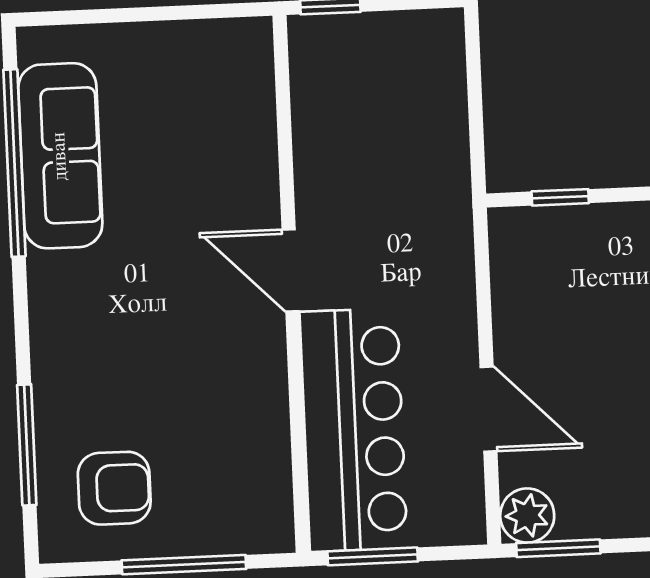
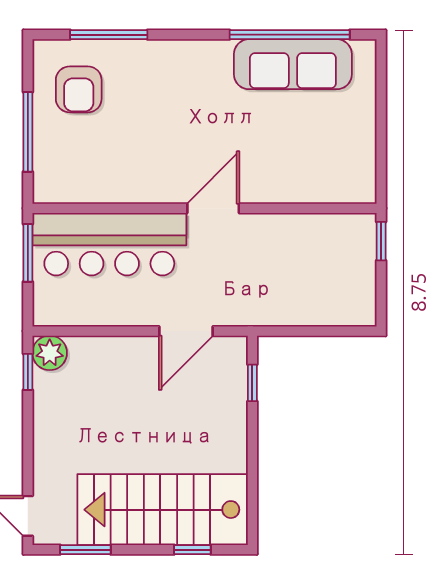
door: (488, 409) -> (186, 331), moved
window: (558, 548) -> (28, 372), width x0.67

